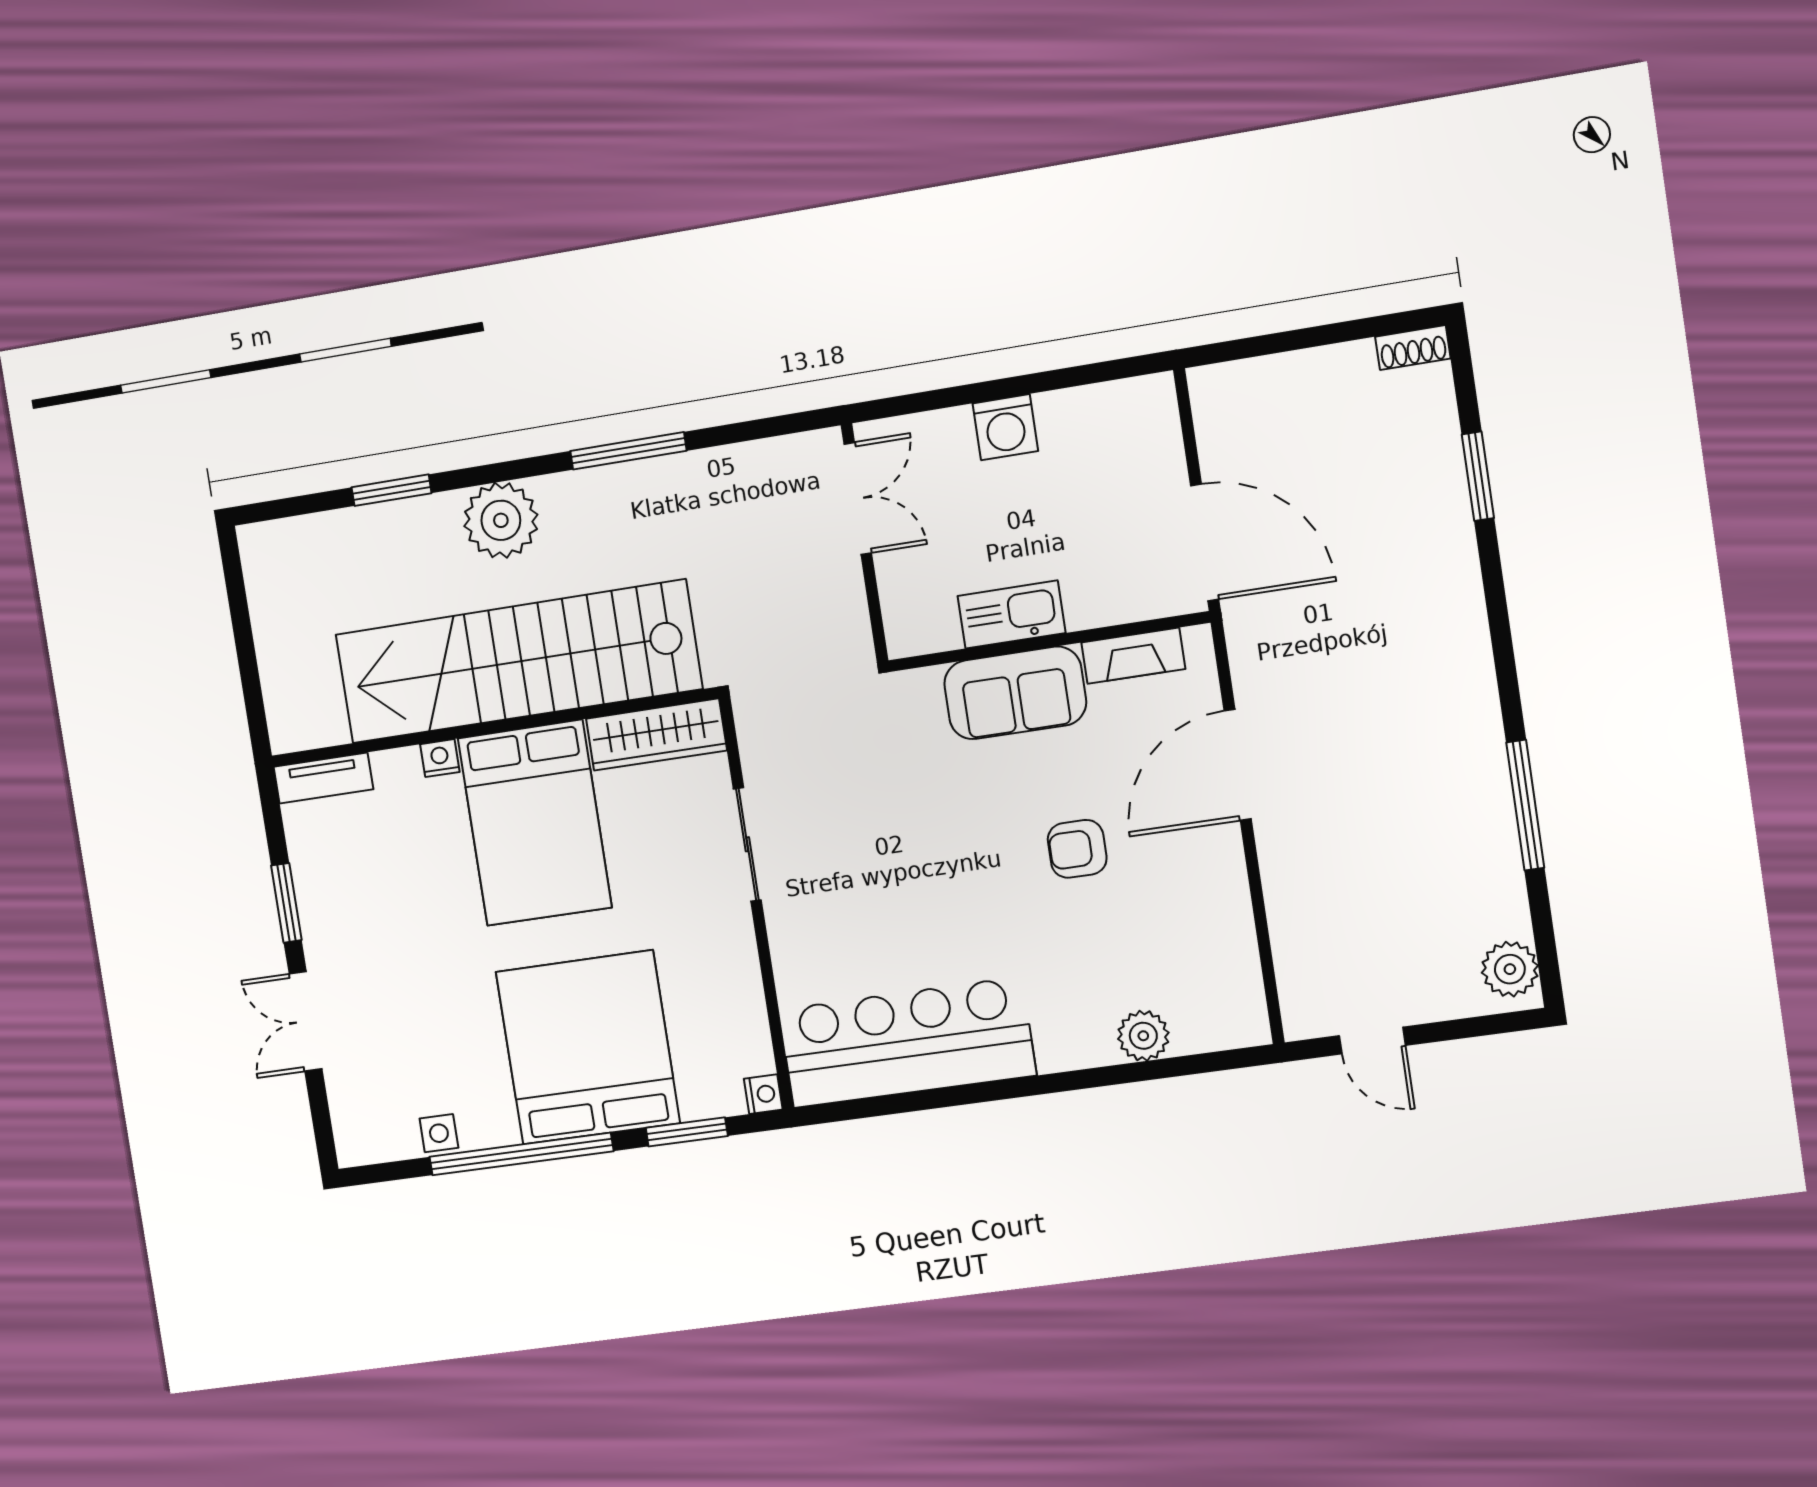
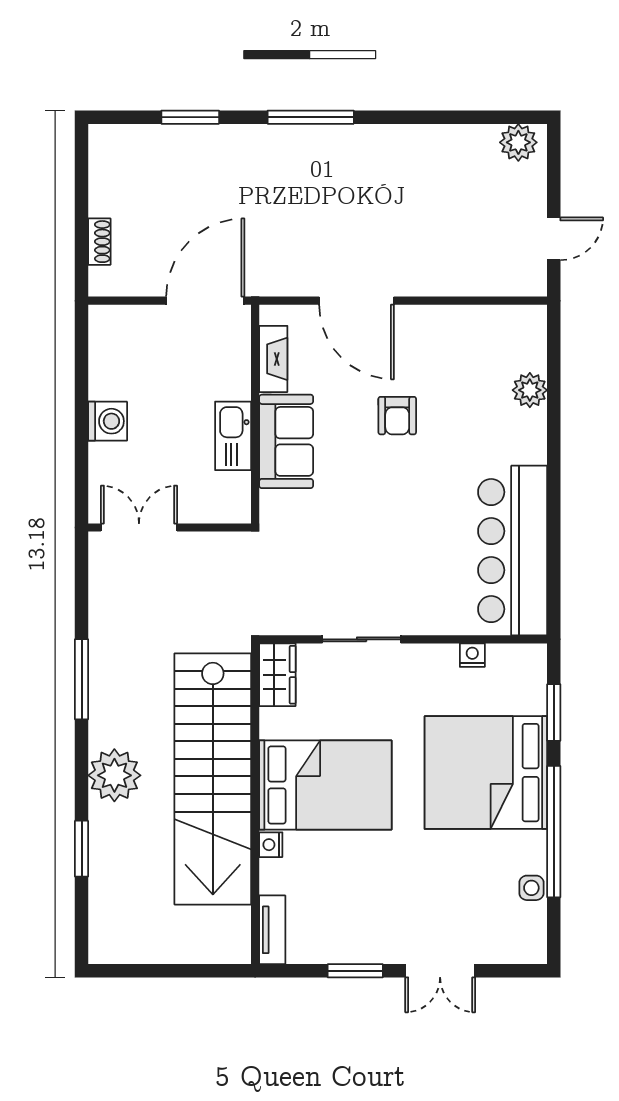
shoe rack: (1413, 348) -> (99, 242), moved
wardrobe: (656, 735) -> (277, 675), width x0.67
window: (1525, 805) -> (311, 117), moved
nightstand: (763, 1094) -> (472, 655), moved

